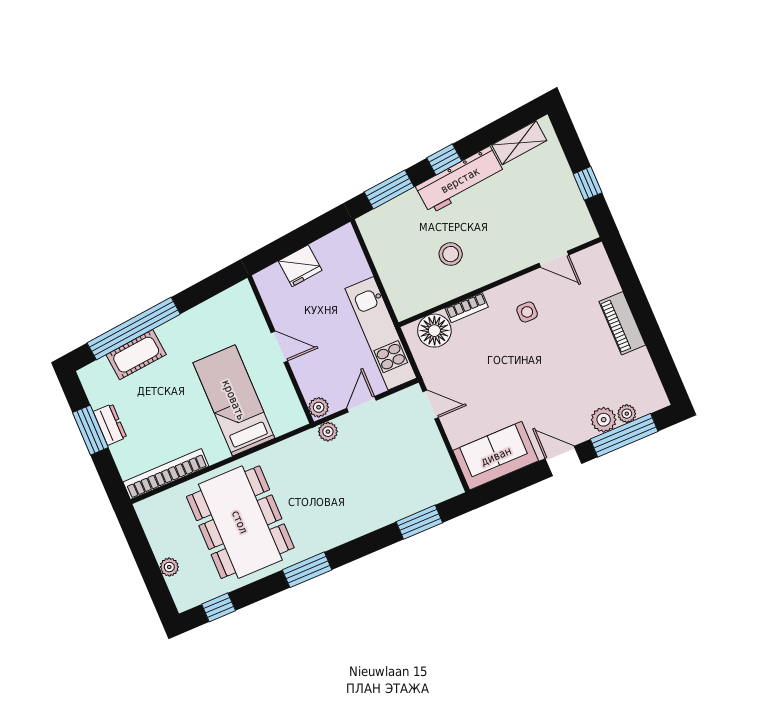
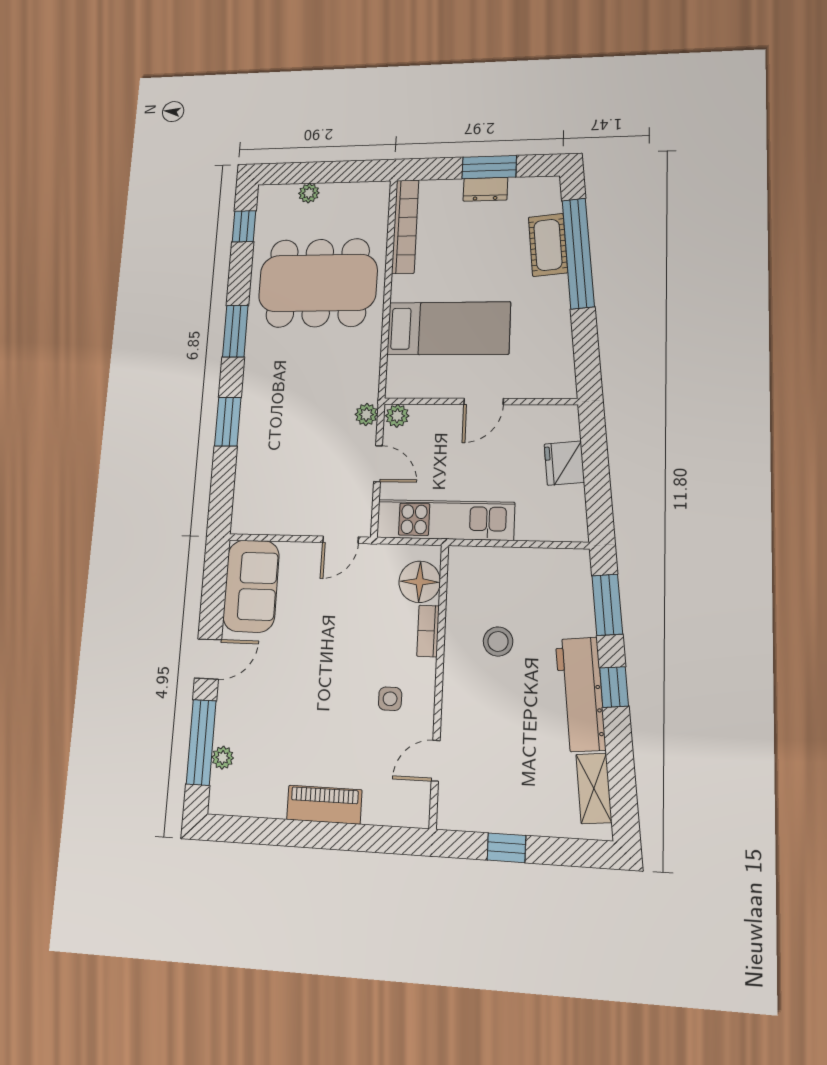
plant: (604, 420) -> (229, 727), removed
window: (419, 522) -> (228, 422), moved

